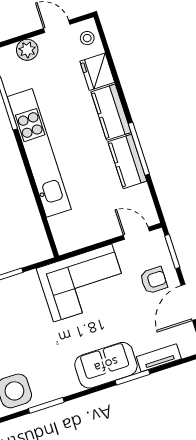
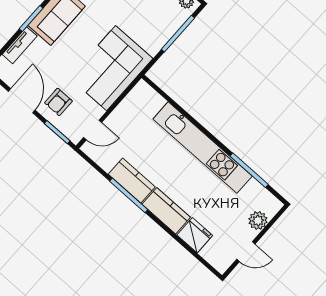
stool: (87, 38) -> (218, 256), removed

